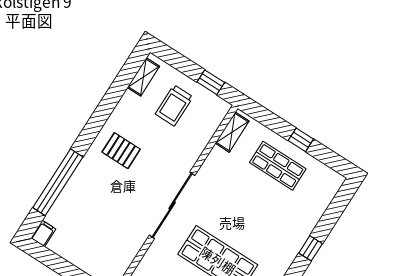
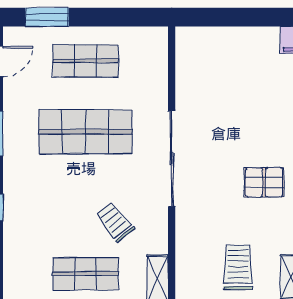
trolley: (236, 187) -> (115, 222), added

